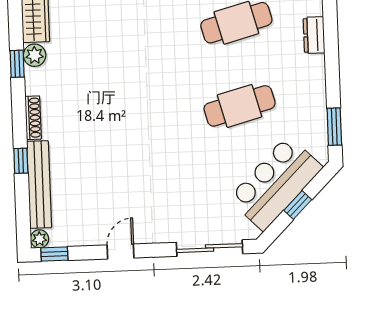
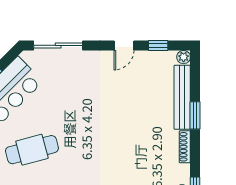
window: (21, 161) -> (195, 115), width x1.50
window: (54, 254) -> (158, 45), moved

